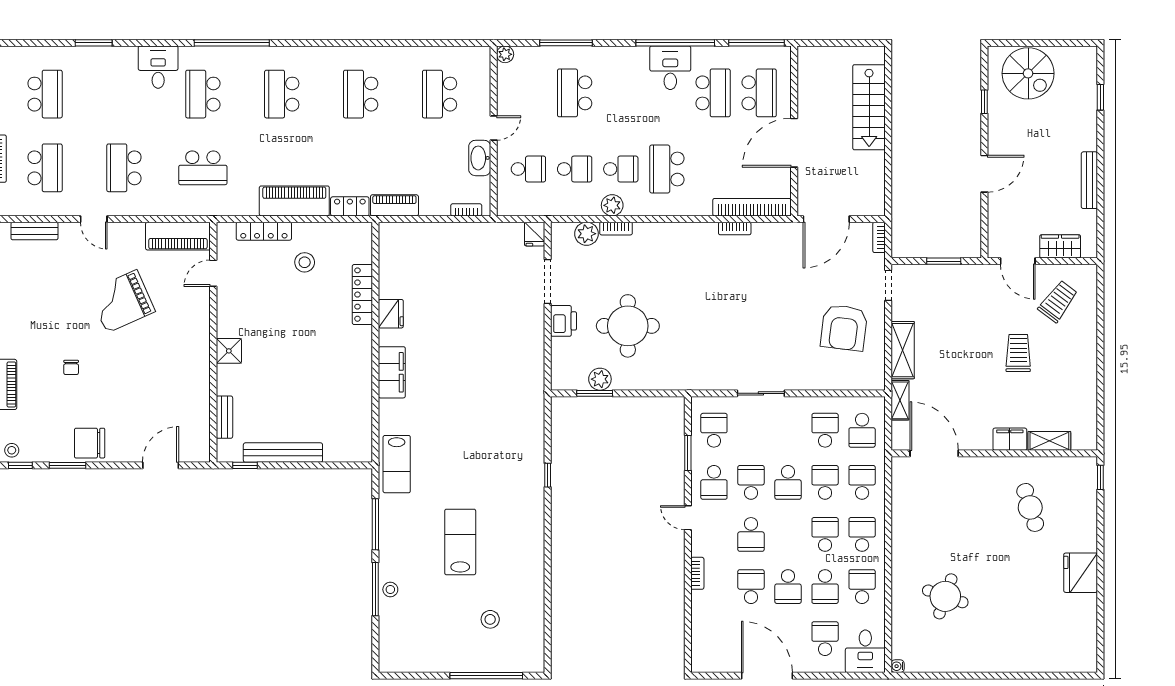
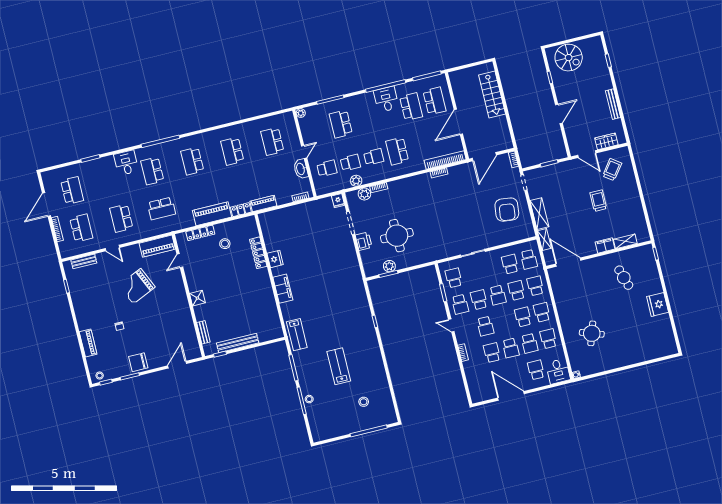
plant: (612, 205) -> (356, 181), moved

